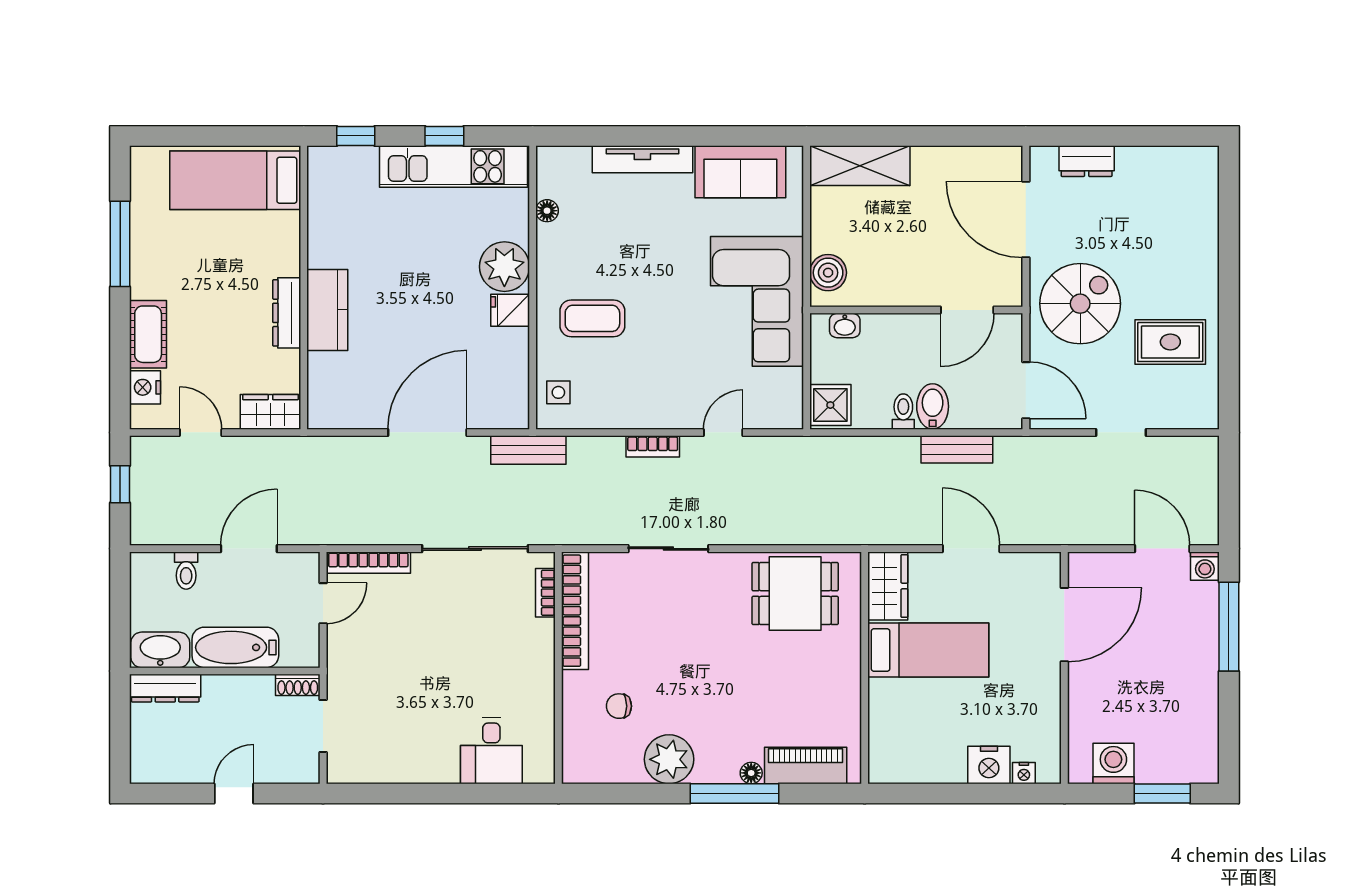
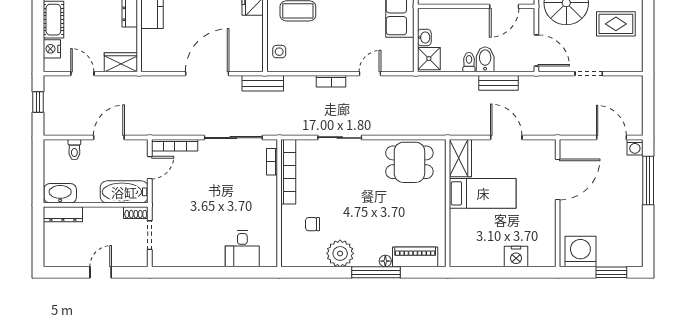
washbasin: (845, 326) -> (424, 37), moved, turned -90
bathtub: (235, 647) -> (124, 192), moved
washing machine: (1113, 763) -> (580, 252), width x1.37, depth x1.37
nightstand: (1024, 773) -> (535, 261), removed

